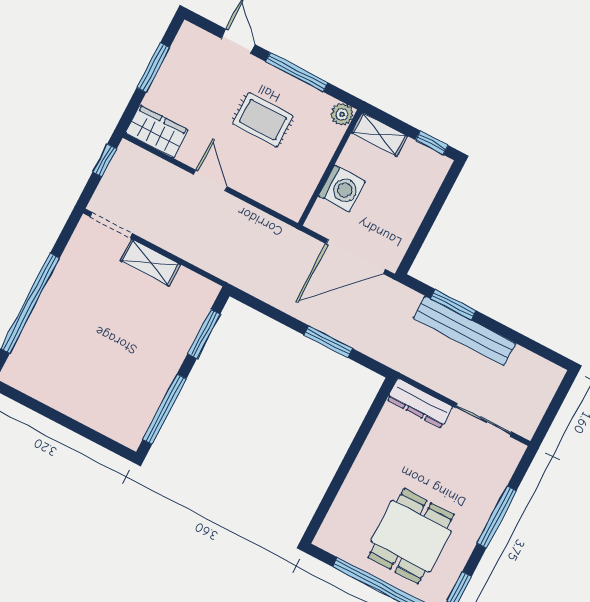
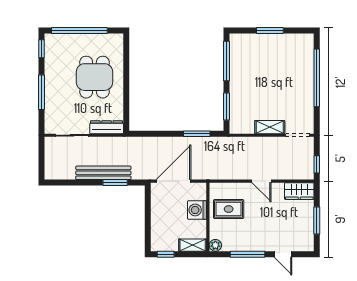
rug: (263, 120) -> (229, 209), moved
window: (328, 342) -> (197, 134), moved
window: (67, 422) -> (270, 31), added
dining table: (411, 536) -> (94, 77), moved

